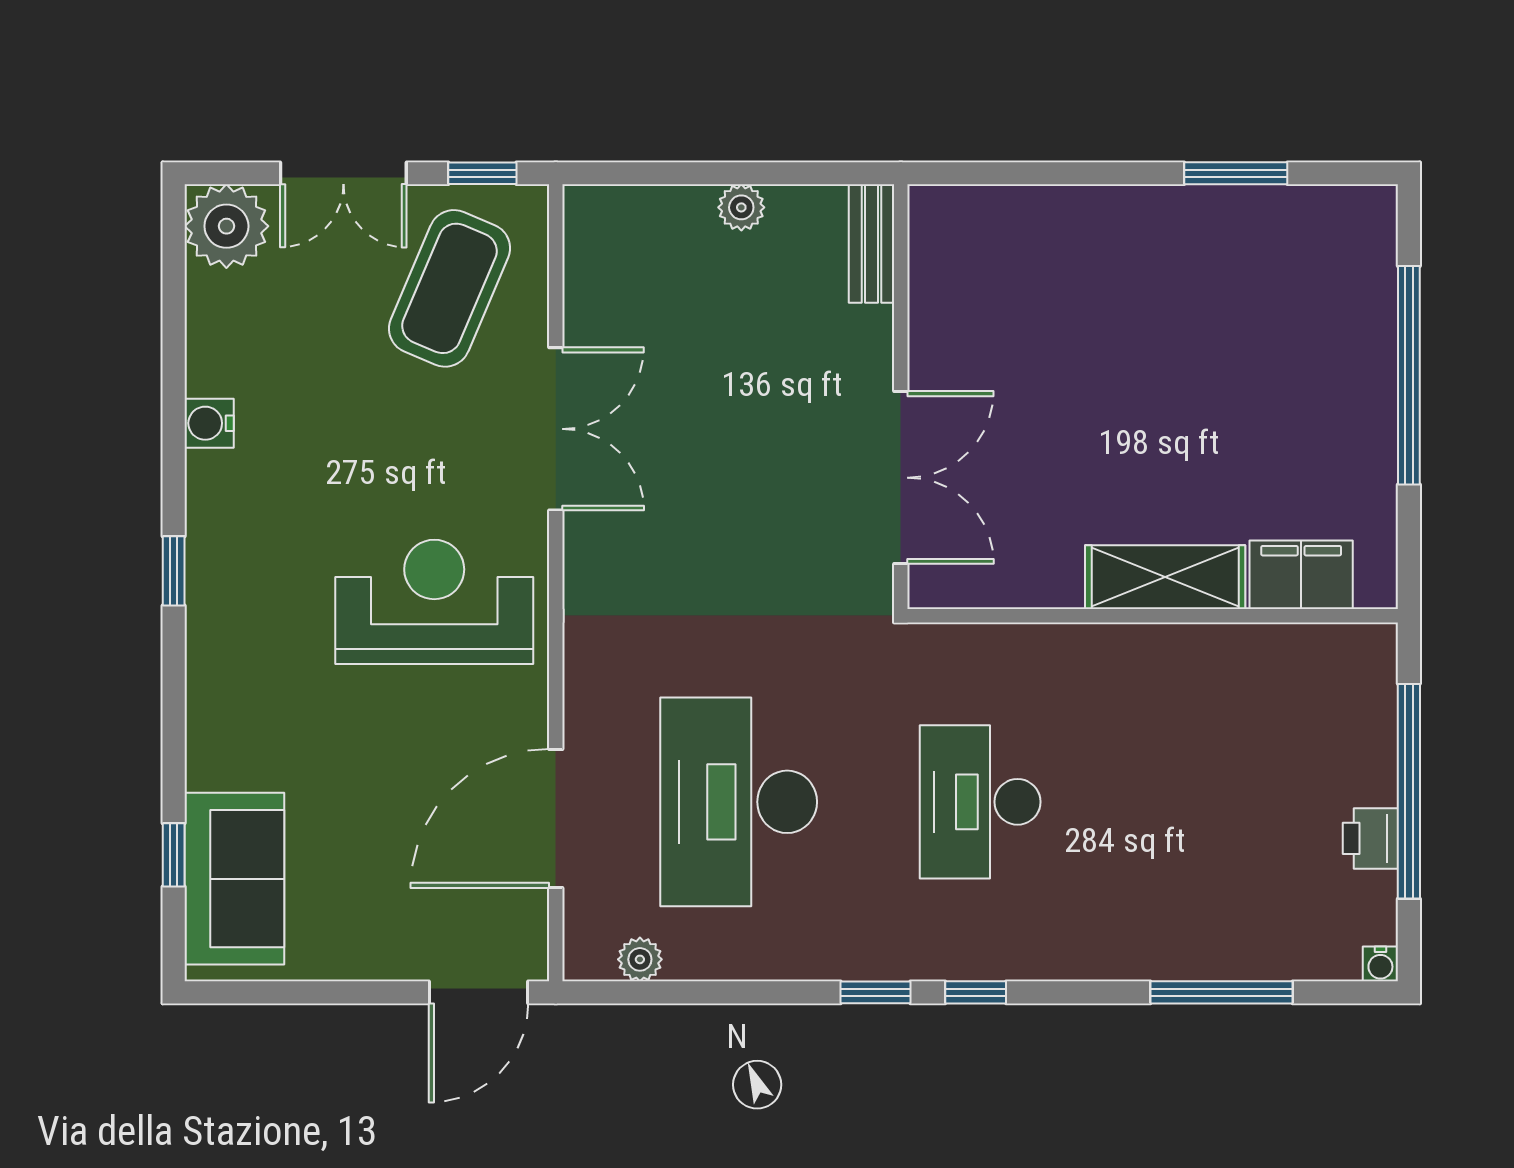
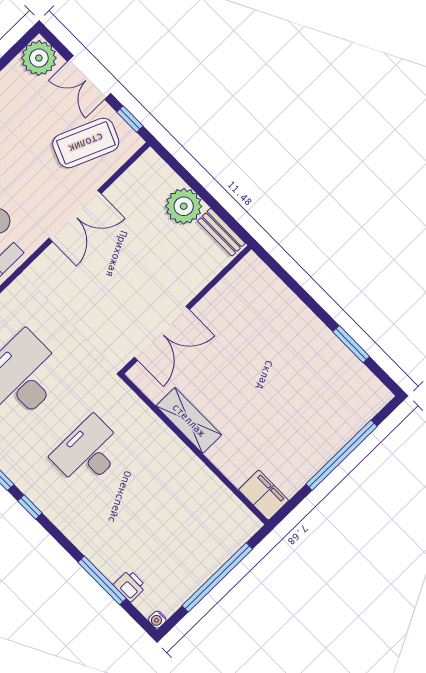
plant: (741, 207) -> (184, 206), width x1.87, depth x1.87
bench: (872, 244) -> (221, 232), moved, turned 90
filing cabinet: (1301, 575) -> (264, 495), moved
shelving: (1165, 577) -> (189, 420), moved
printer: (1370, 838) -> (130, 586), moved, turned 90

